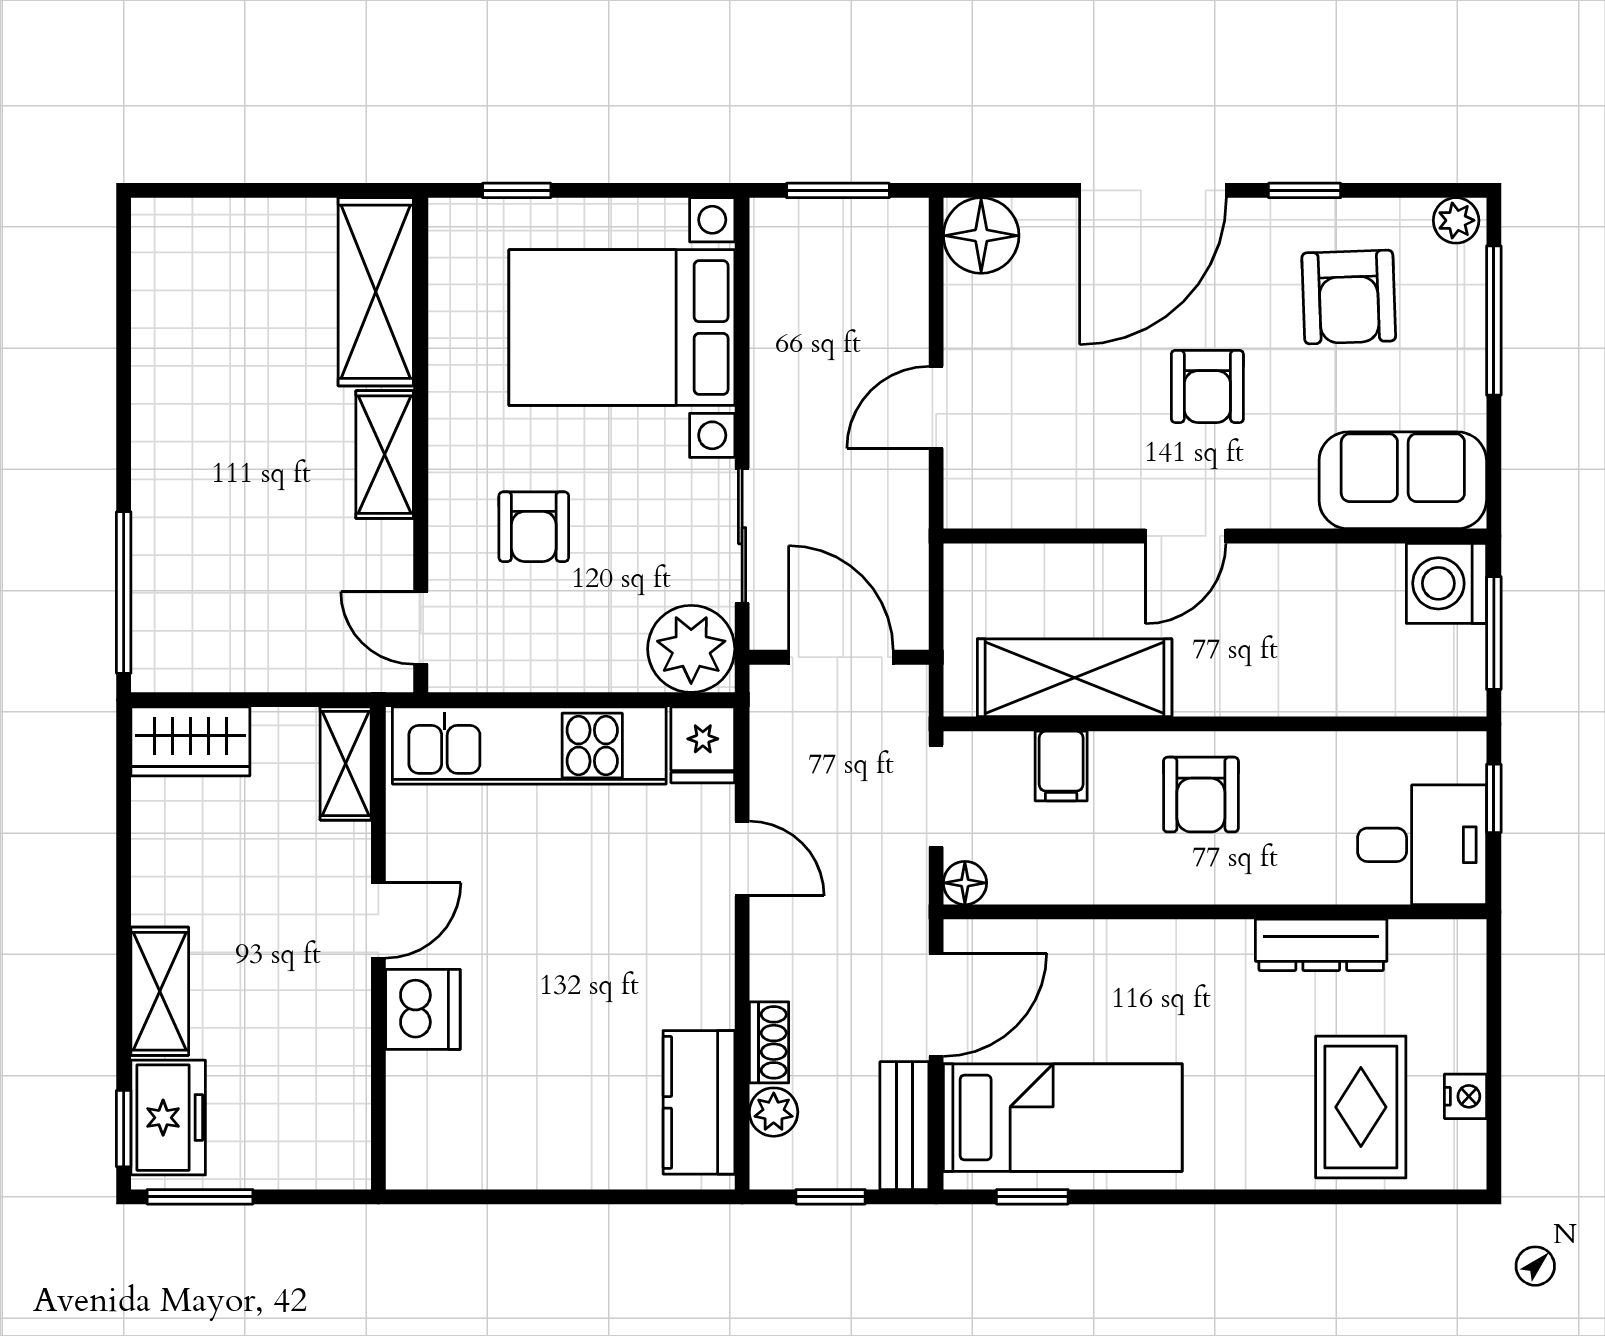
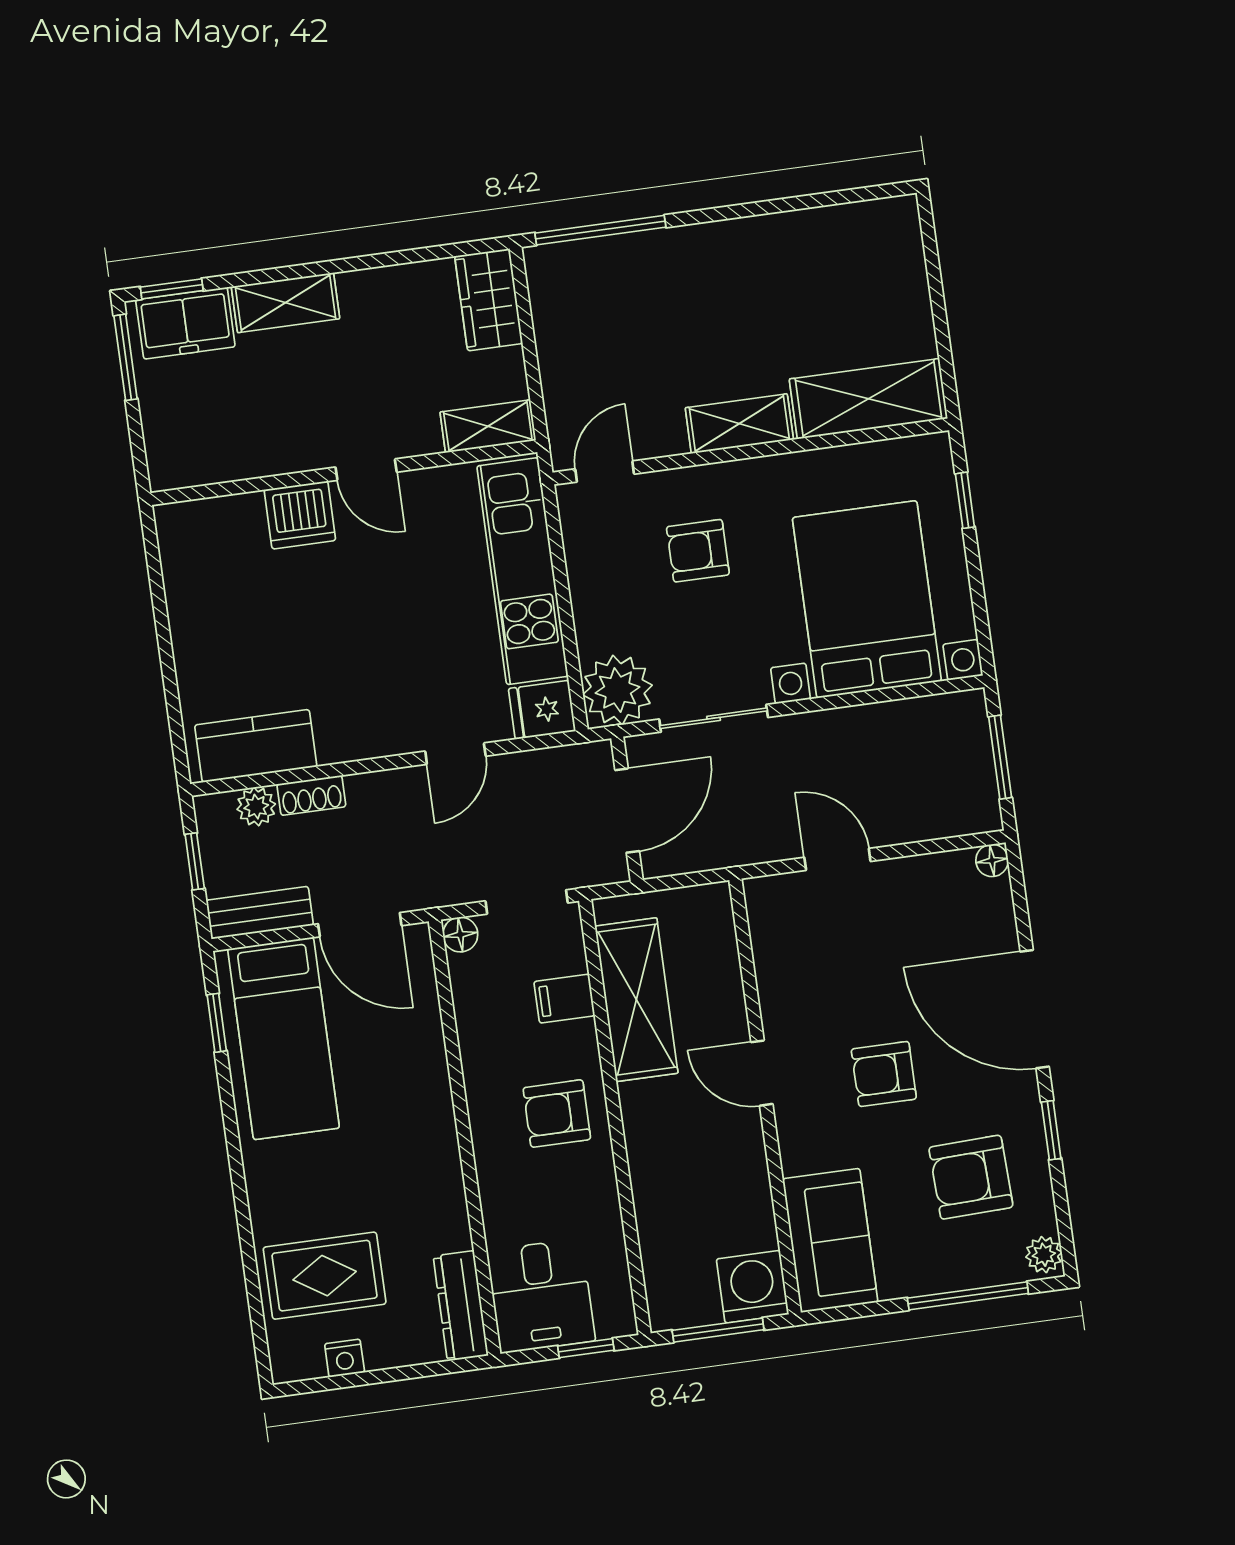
floor lamp: (981, 236) -> (992, 860), width x0.53, depth x0.53
dresser: (1321, 945) -> (461, 1306), moved

